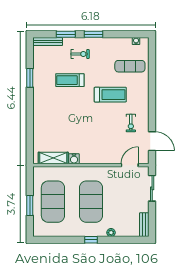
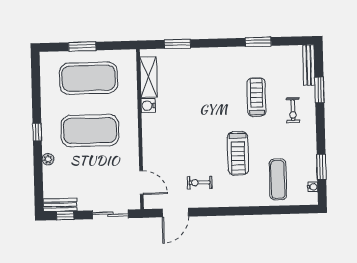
window: (93, 34) -> (321, 167), moved
window: (30, 136) -> (177, 44), added
window: (152, 221) -> (65, 215), added

